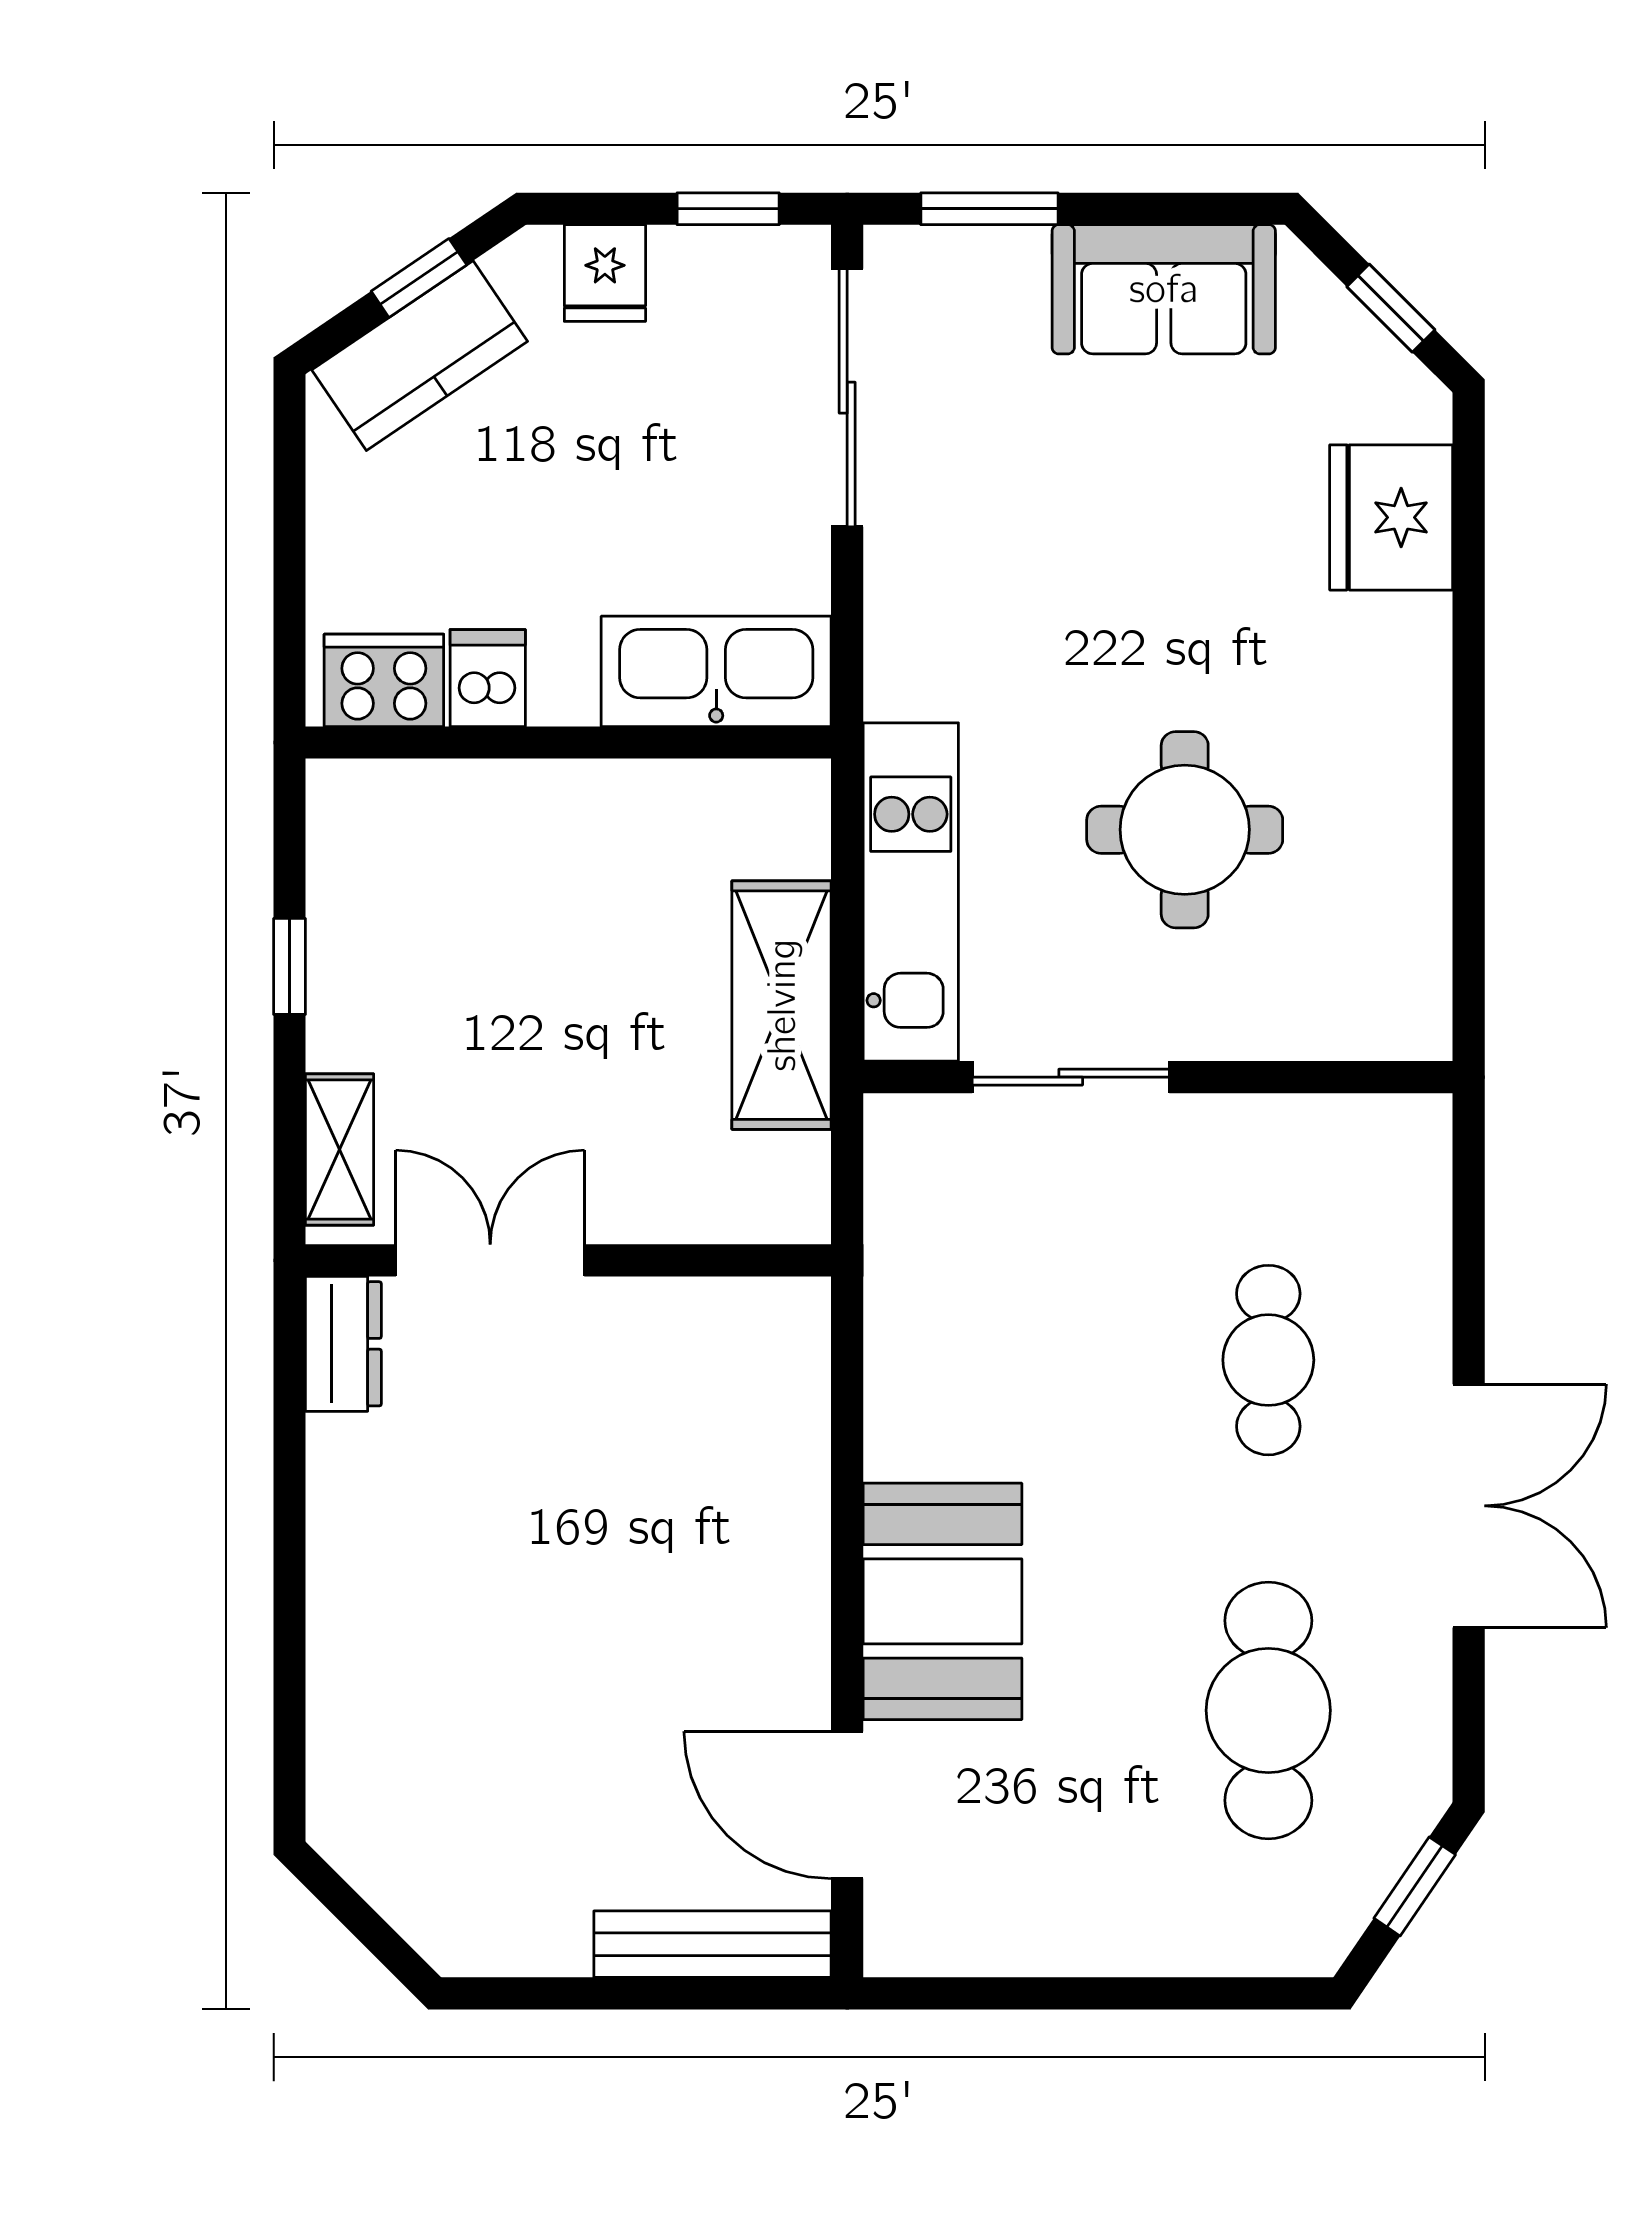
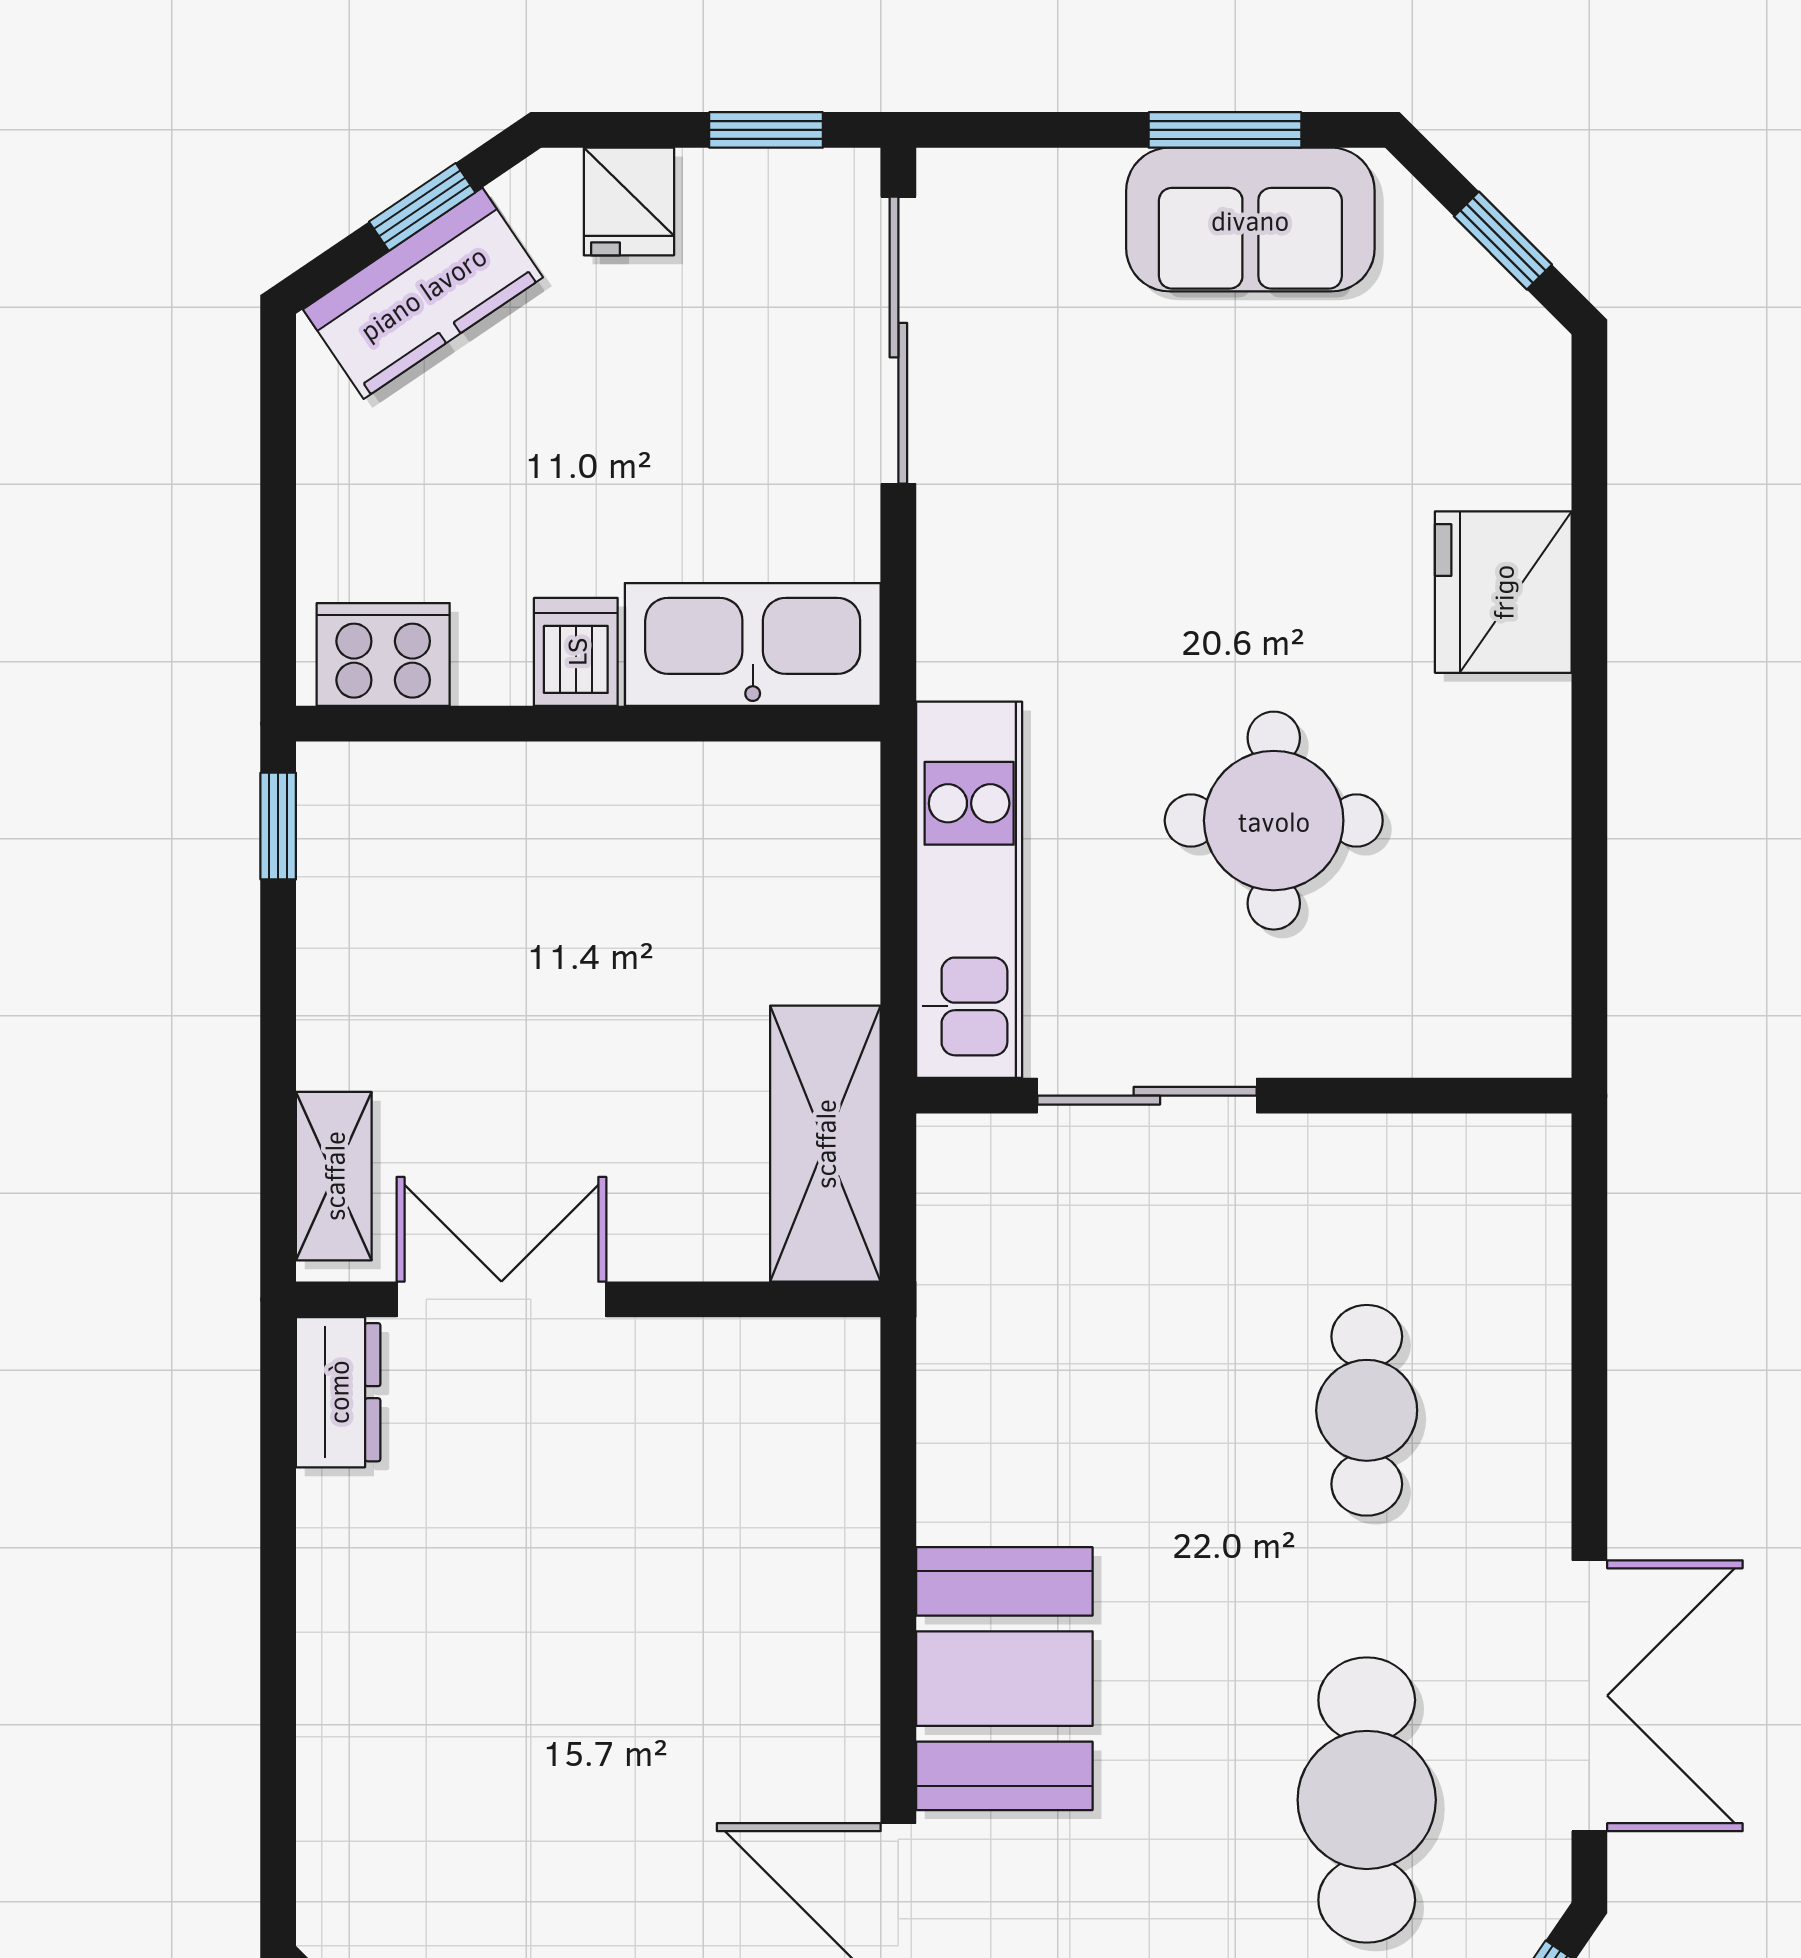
window: (989, 209) -> (1225, 130), moved
fridge: (1391, 517) -> (1503, 592), moved
dishwasher: (488, 678) -> (576, 652), moved
window: (289, 966) -> (278, 826), moved
shelving: (782, 1005) -> (825, 1144), moved
double door: (1469, 1506) -> (1589, 1696), moved

